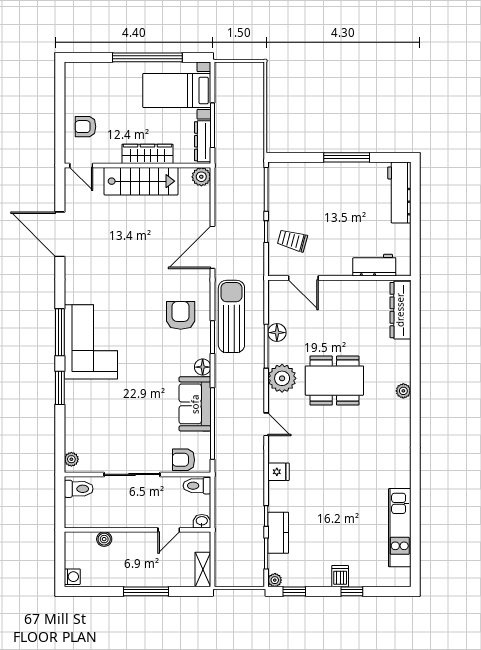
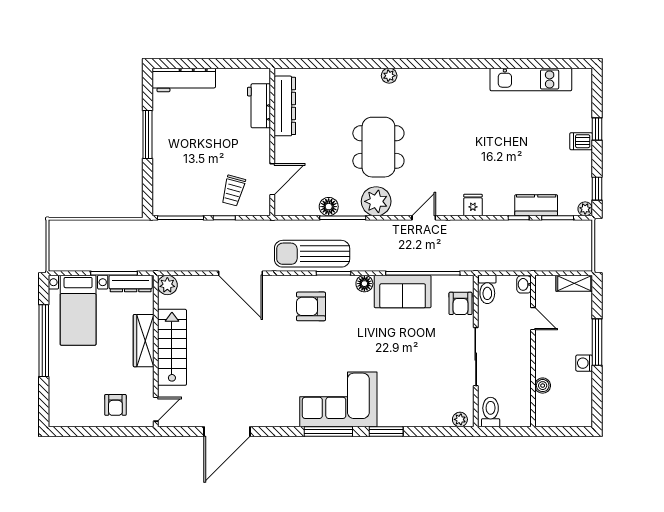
dresser: (400, 310) -> (285, 106), moved, turned -90
washing machine: (72, 577) -> (584, 363), moved, turned -90

